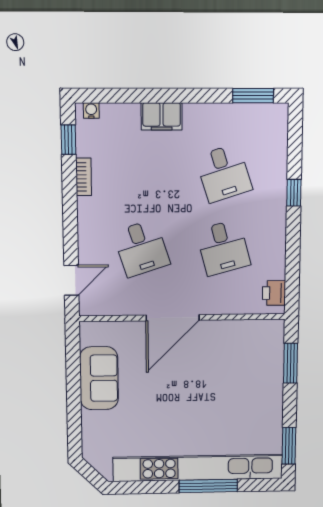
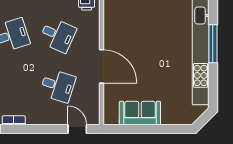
desk: (141, 248) -> (58, 86), turned 36
desk: (223, 248) -> (58, 35), turned 39

